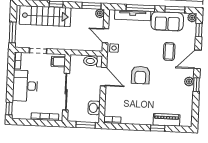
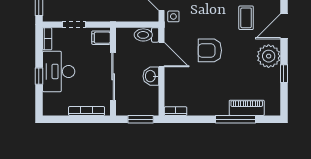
armchair: (140, 75) -> (210, 50), turned 90
plant: (189, 82) -> (269, 56), width x1.87, depth x1.87
window: (196, 85) -> (284, 74), moved
washbasin: (94, 108) -> (151, 76), moved
window: (9, 109) -> (39, 76), moved
window: (158, 128) -> (236, 119), width x2.17

